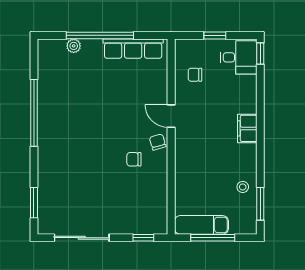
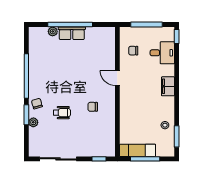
window: (215, 35) -> (147, 25), width x2.17
row of seats: (133, 49) -> (72, 33), moved, width x0.68
desk: (239, 57) -> (162, 53), moved
chair: (158, 142) -> (37, 104), moved
wheelchair: (88, 168) -> (62, 113), added
plant: (44, 183) -> (33, 122), added
window: (34, 203) -> (26, 115), moved

